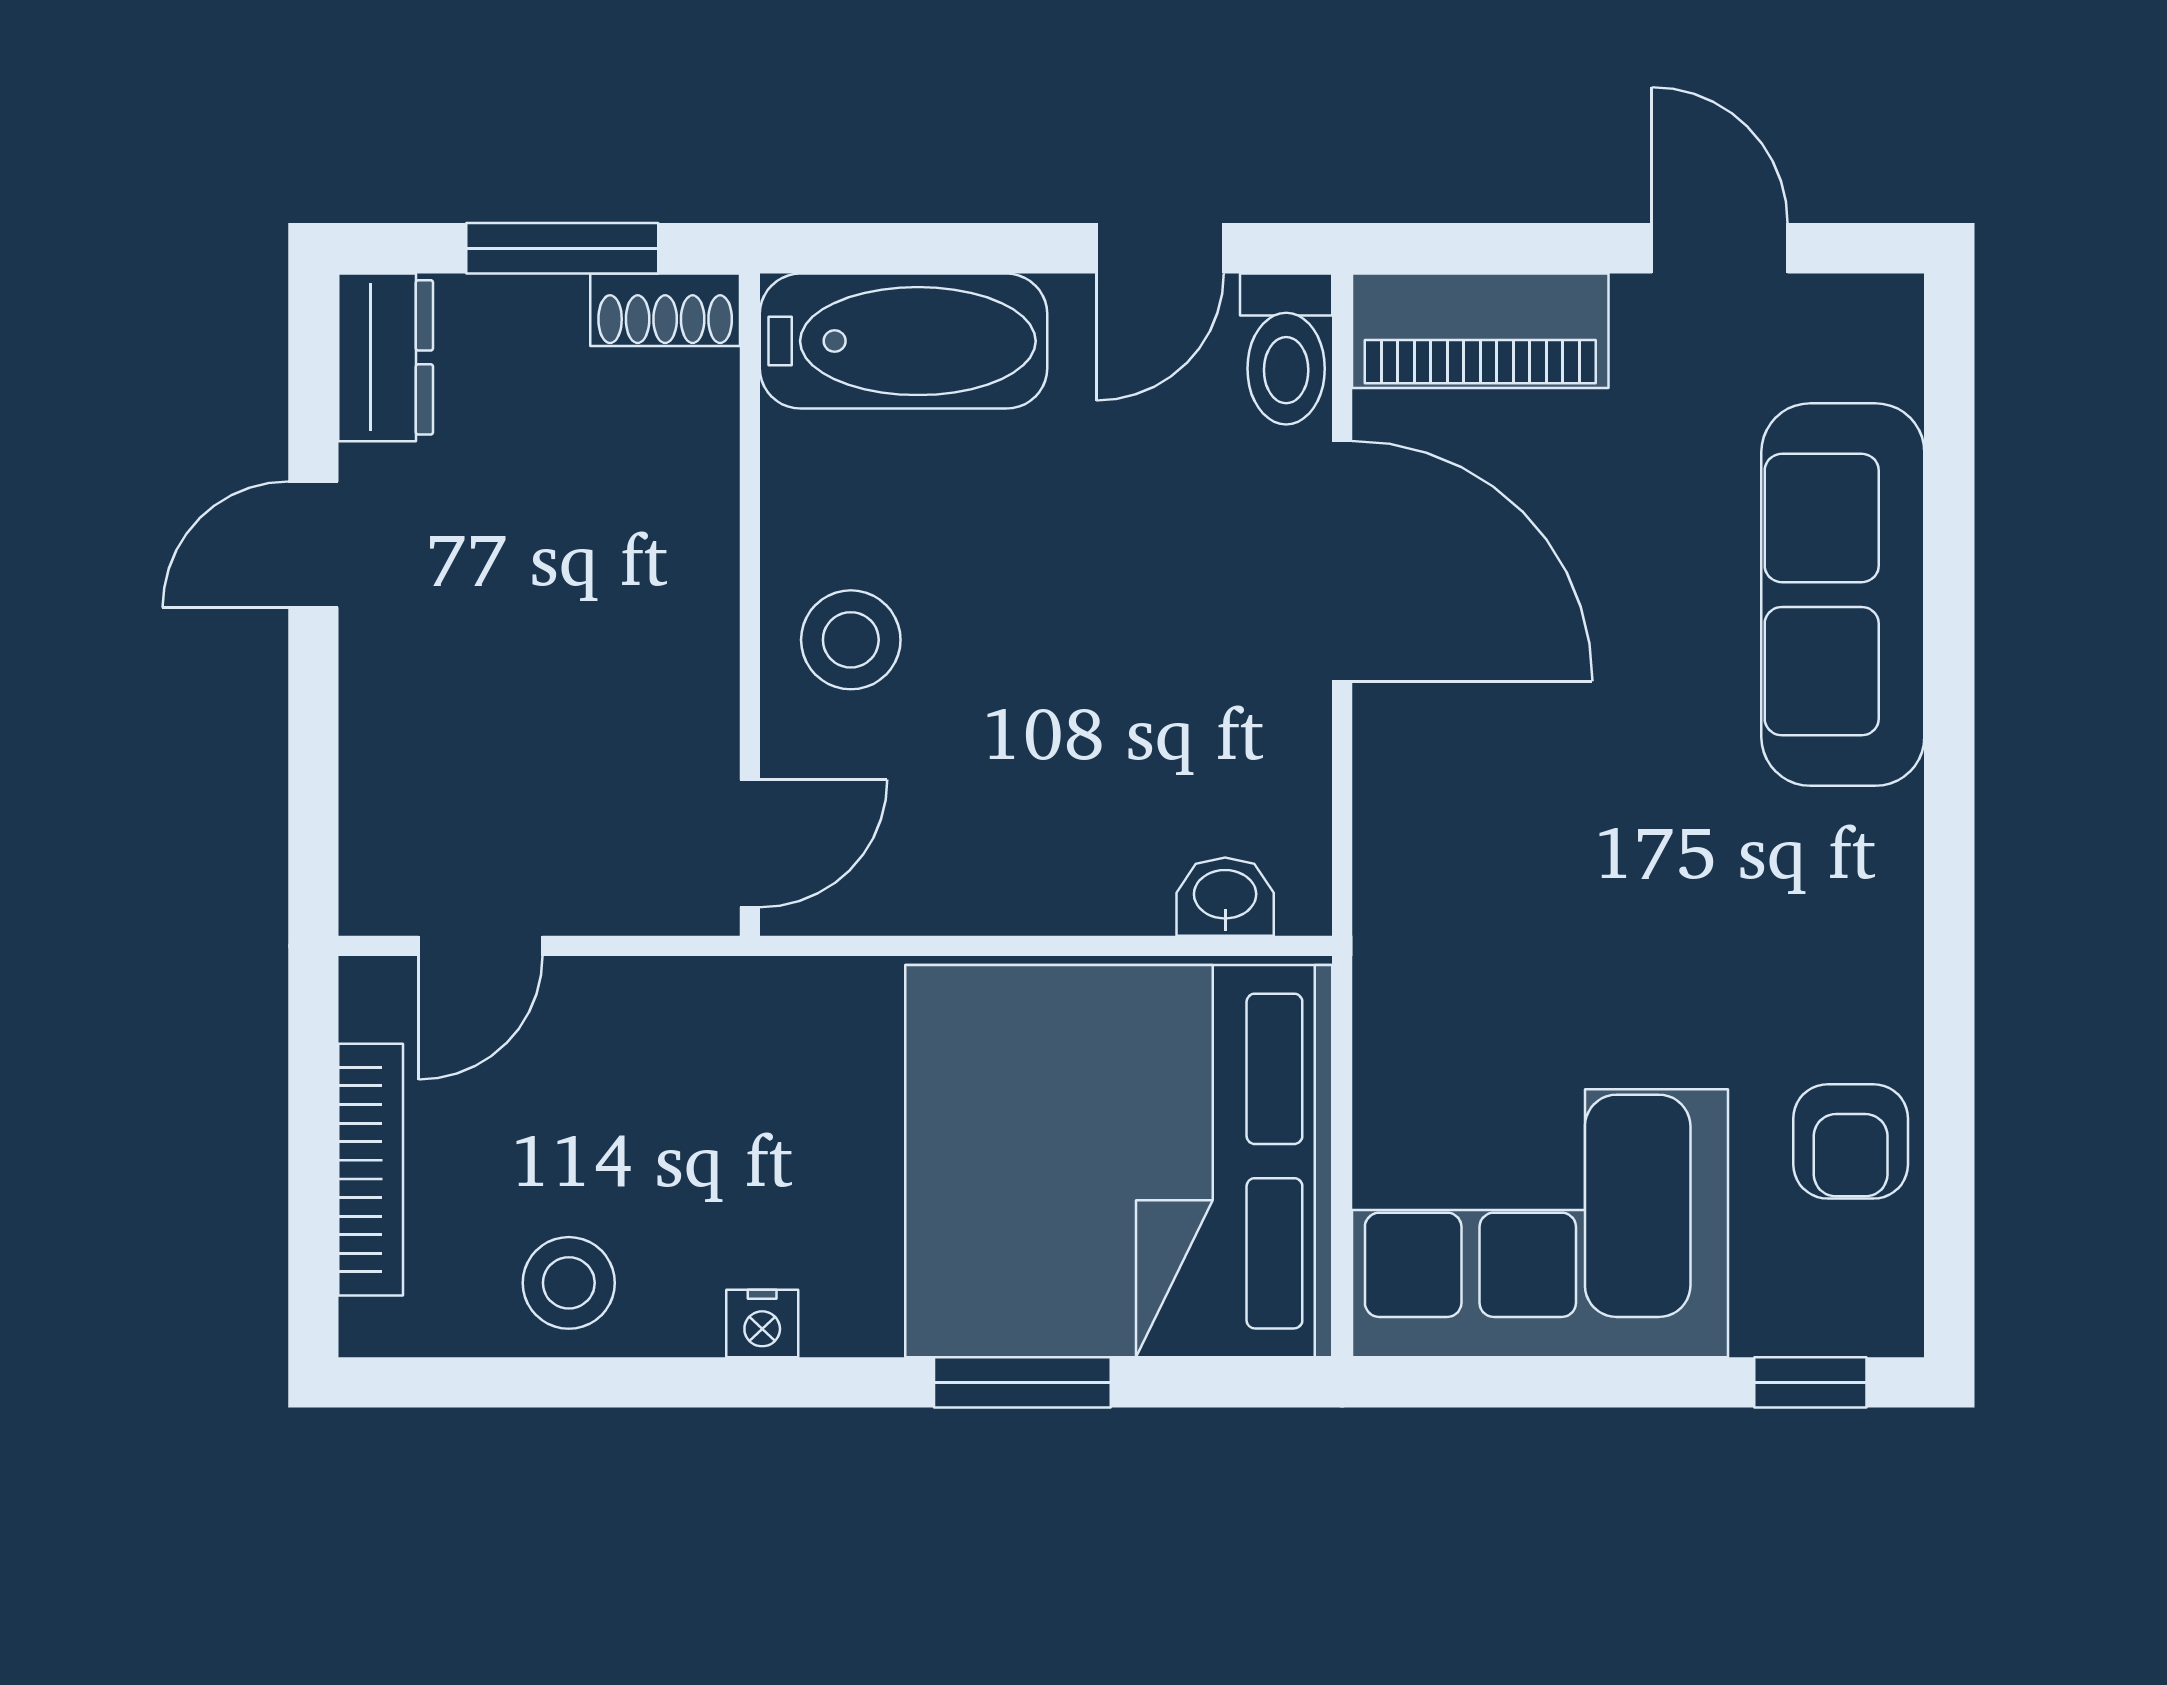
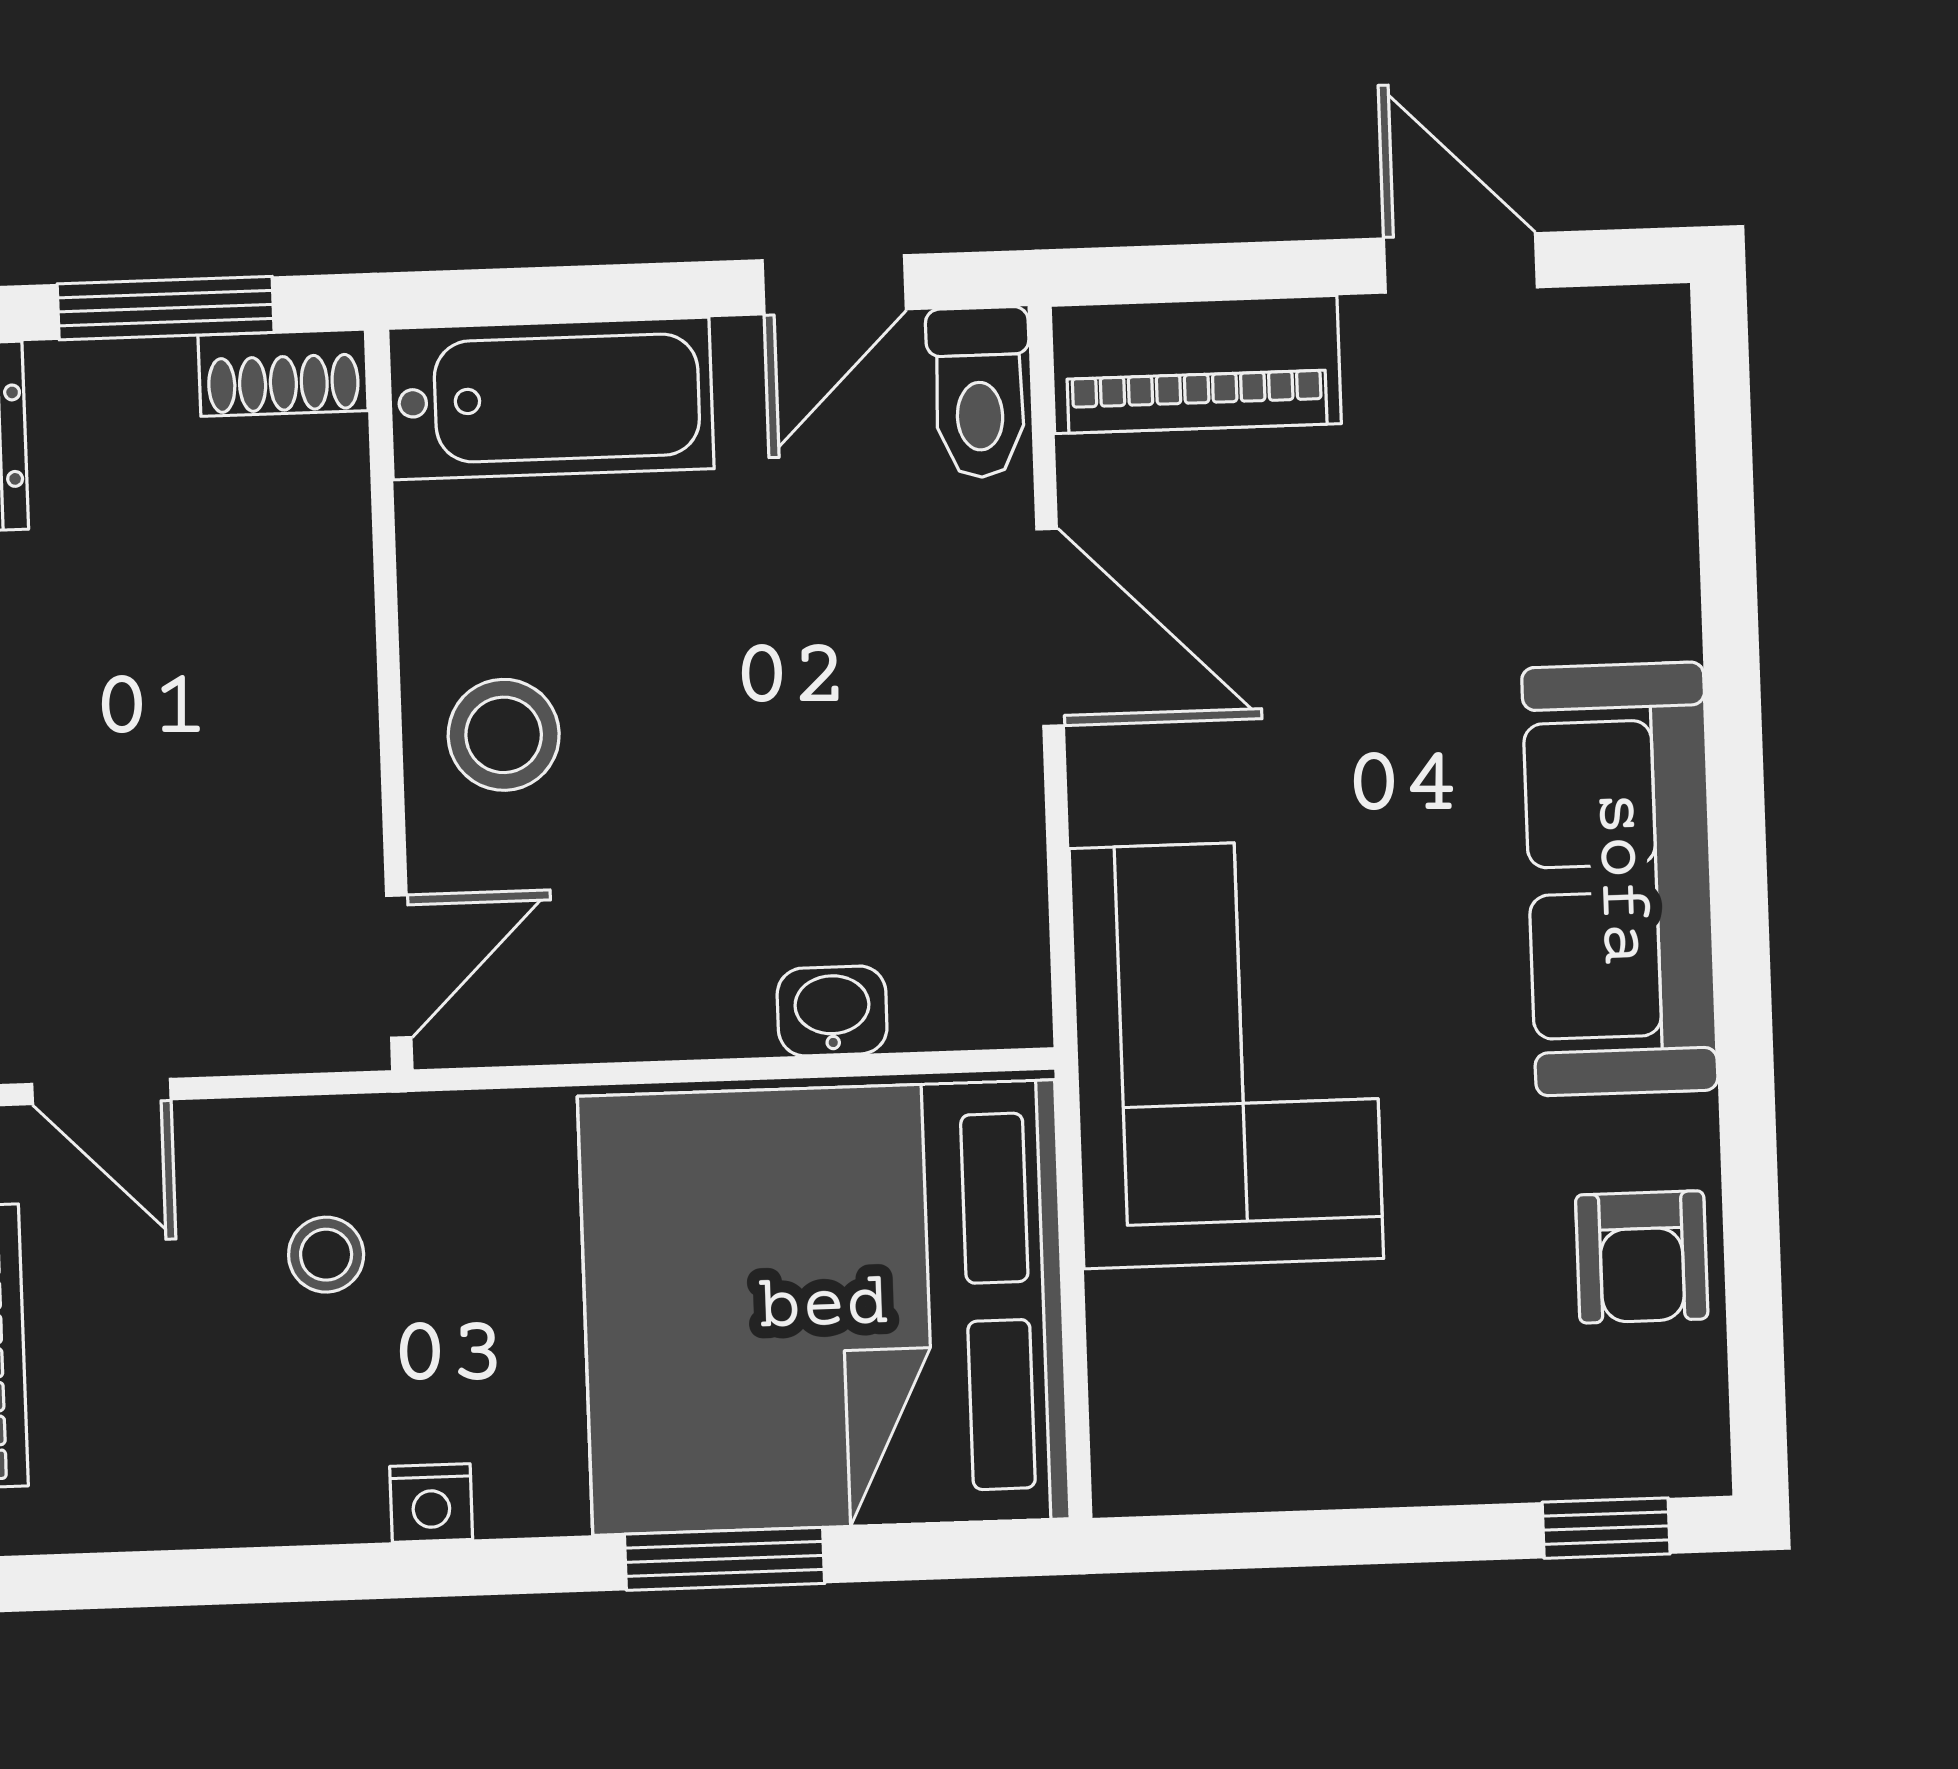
door: (1342, 561) -> (1050, 627), width x0.73
sofa: (1843, 595) -> (1620, 879), moved
washbasin: (1225, 897) -> (832, 1011), moved
door: (481, 946) -> (101, 1092), hinge flipped
corner sofa: (1540, 1223) -> (1226, 1053), moved, turned 90
stool: (569, 1283) -> (326, 1255), moved, width x0.73, depth x0.73

